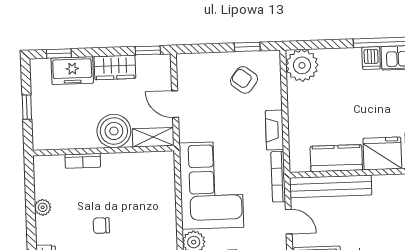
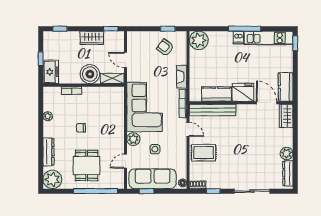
freezer: (72, 71) -> (51, 72), moved, turned -90

